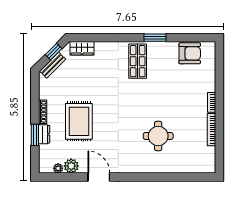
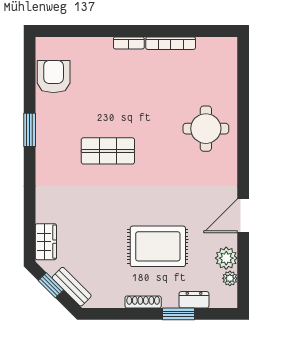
shop shelf: (138, 61) -> (108, 151), moved
dresser: (44, 134) -> (194, 300), moved
round table: (158, 136) -> (206, 129), moved

